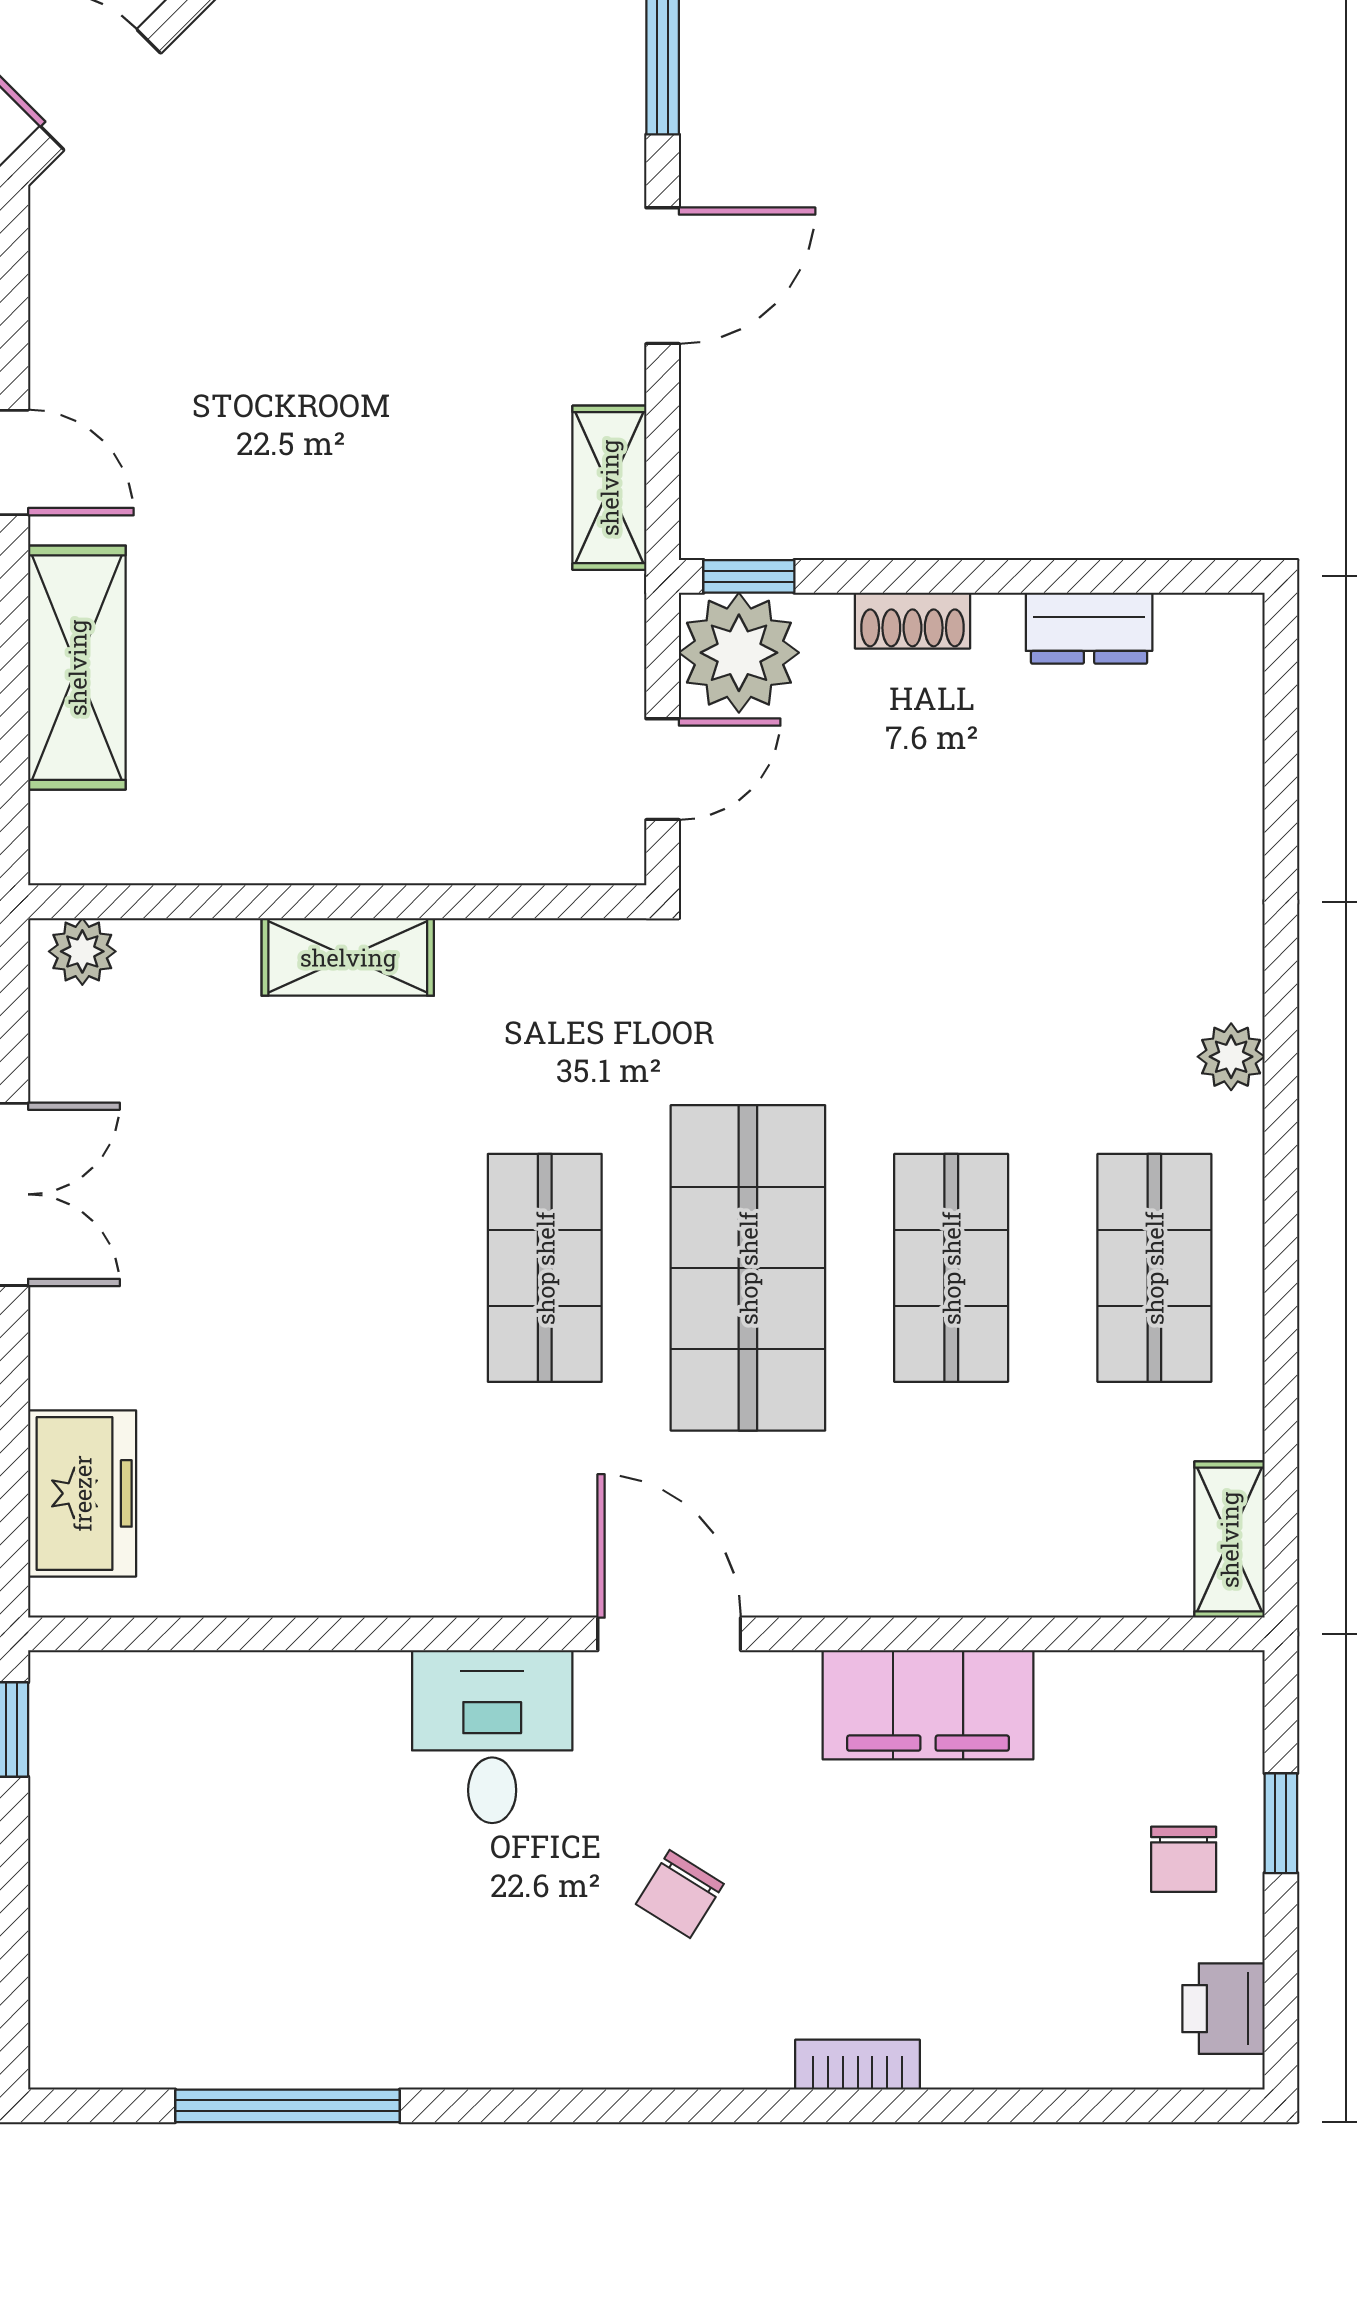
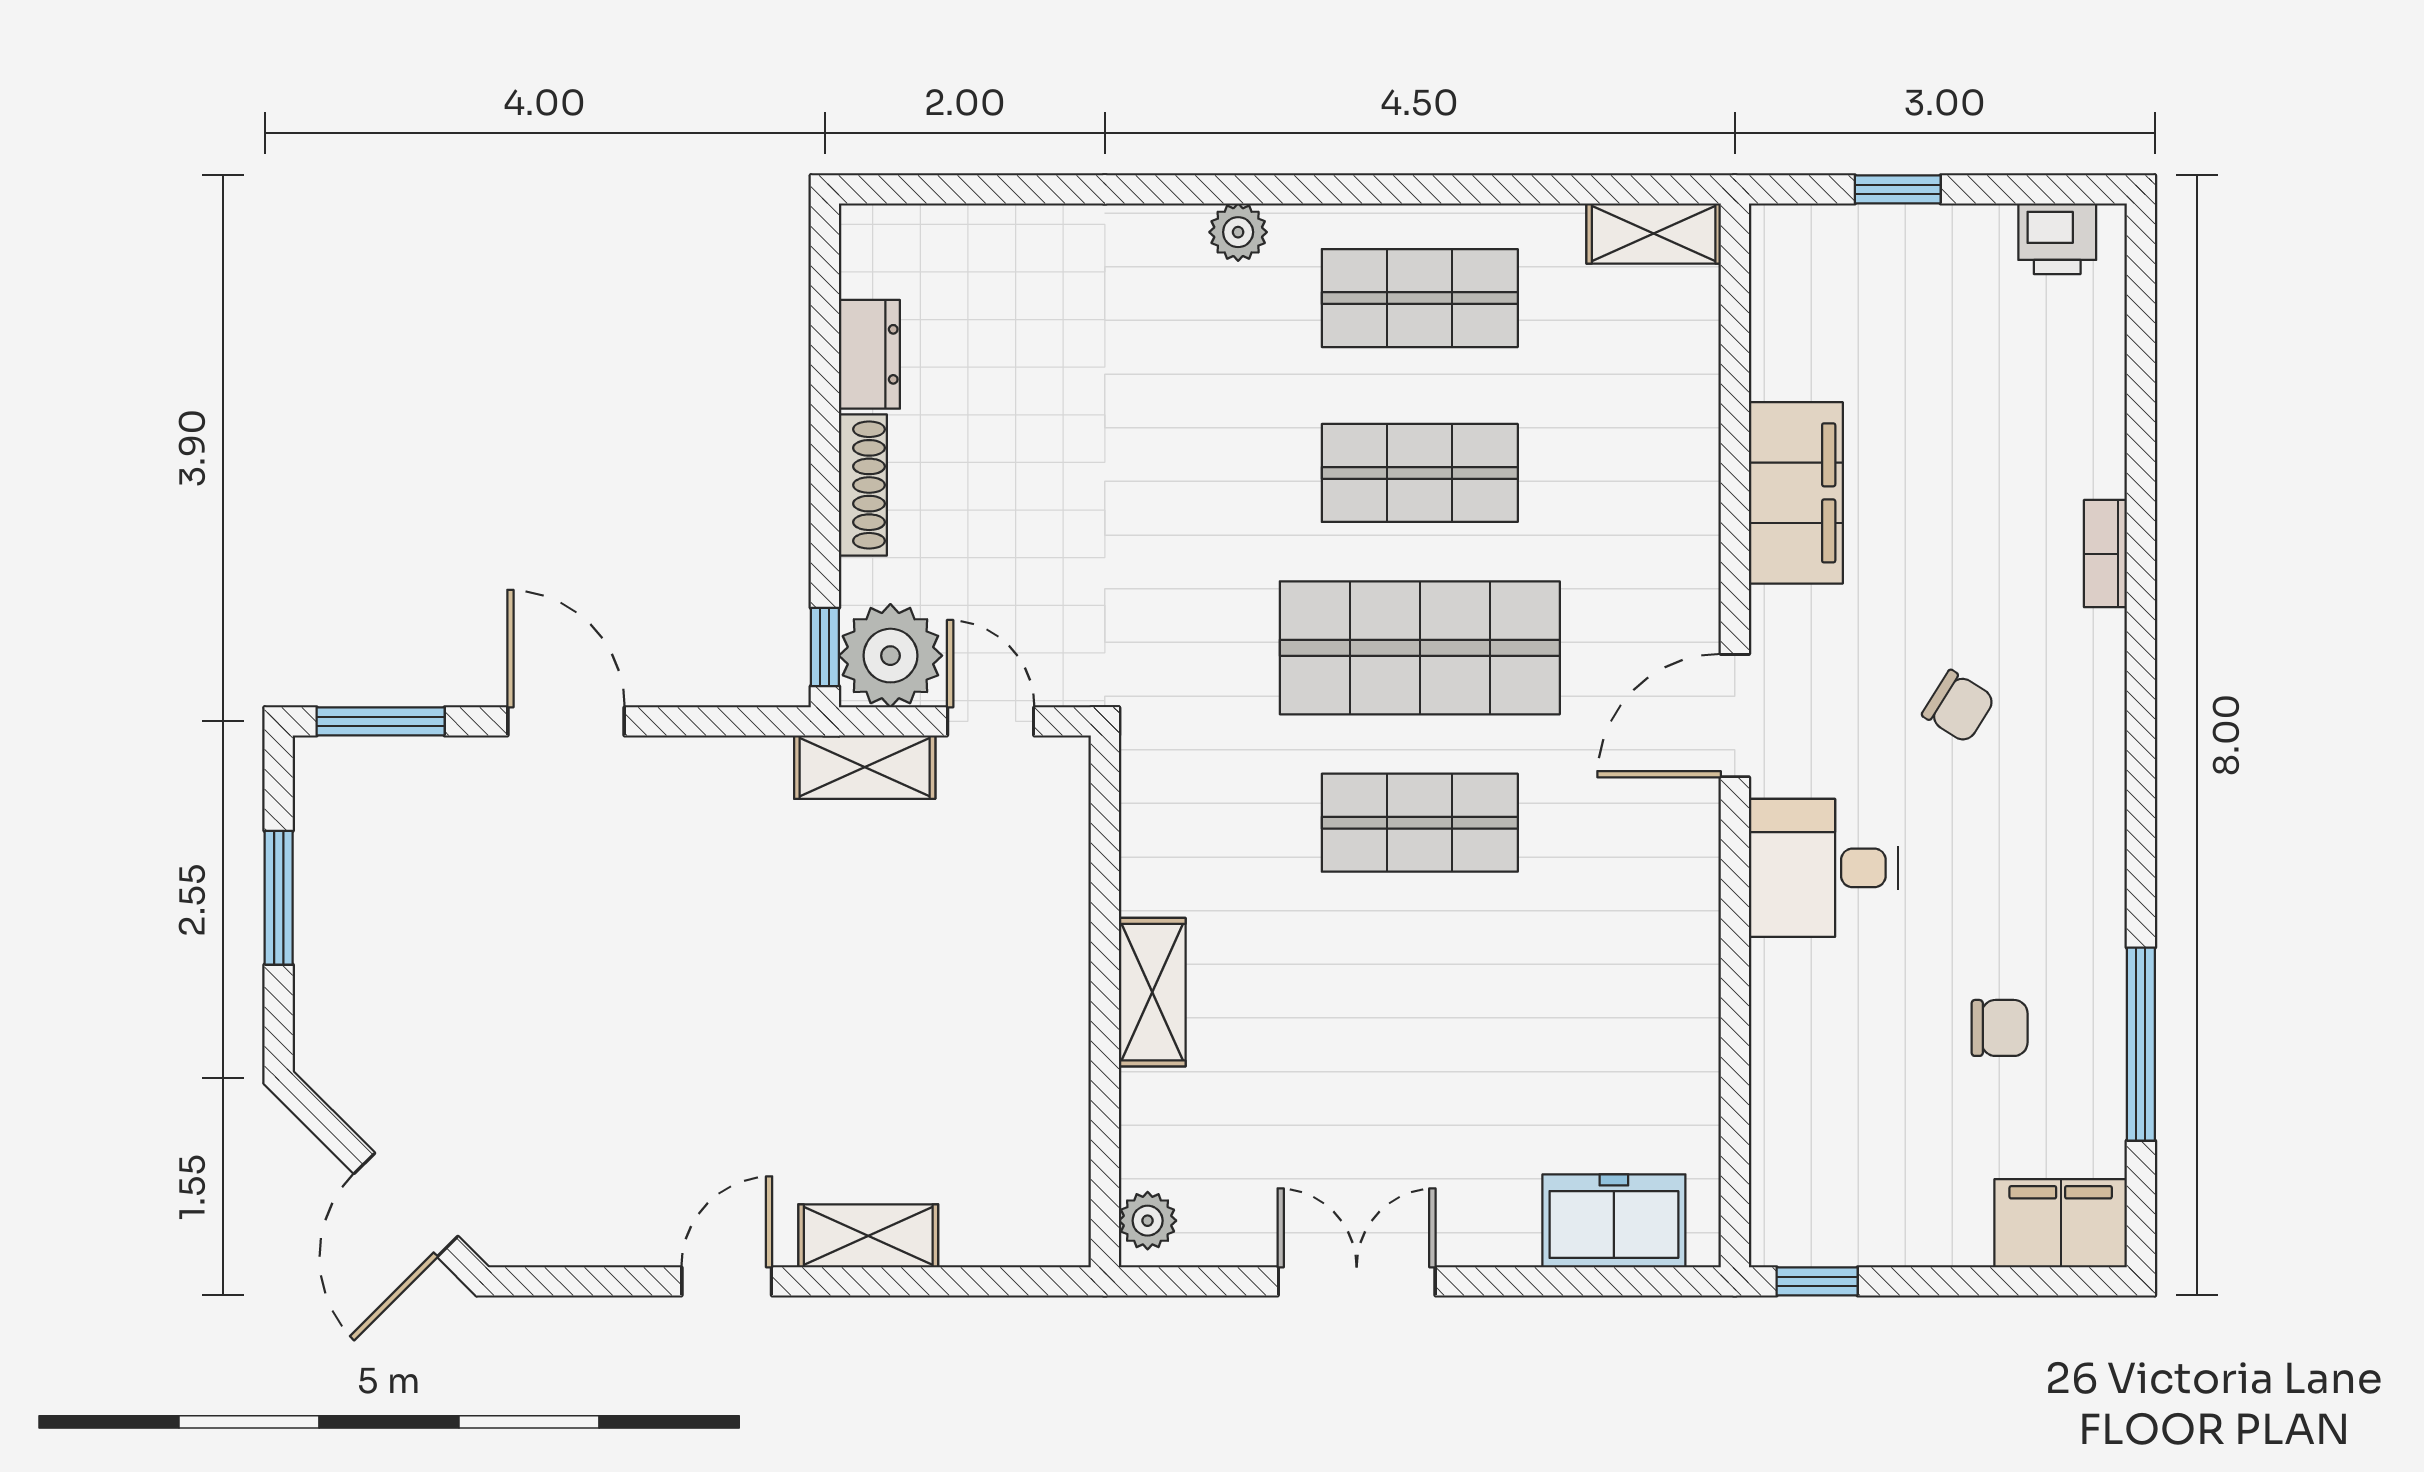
shelving: (609, 488) -> (865, 767), moved
shoe rack: (913, 621) -> (863, 485), width x1.43
shelving: (77, 668) -> (868, 1236), width x0.67, depth x0.75
chair: (1184, 1859) -> (2000, 1028), moved
filing cabinet: (79, 2013) -> (2061, 1223), added

